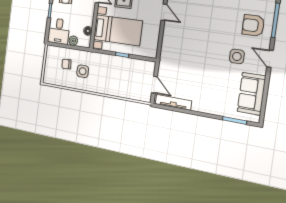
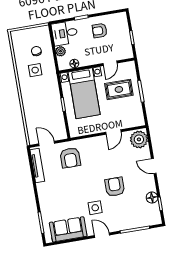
armchair: (253, 25) -> (115, 187), moved
door: (270, 59) -> (102, 235), hinge flipped
armchair: (176, 65) -> (70, 158), added
door: (154, 85) -> (47, 143), swing flipped

